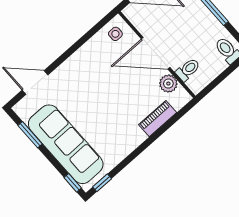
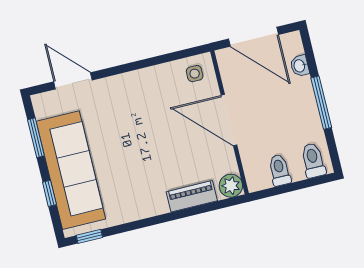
toilet: (188, 70) -> (280, 170), moved, turned -90
plant: (168, 84) -> (231, 186), moved
window: (73, 183) -> (49, 193), moved

